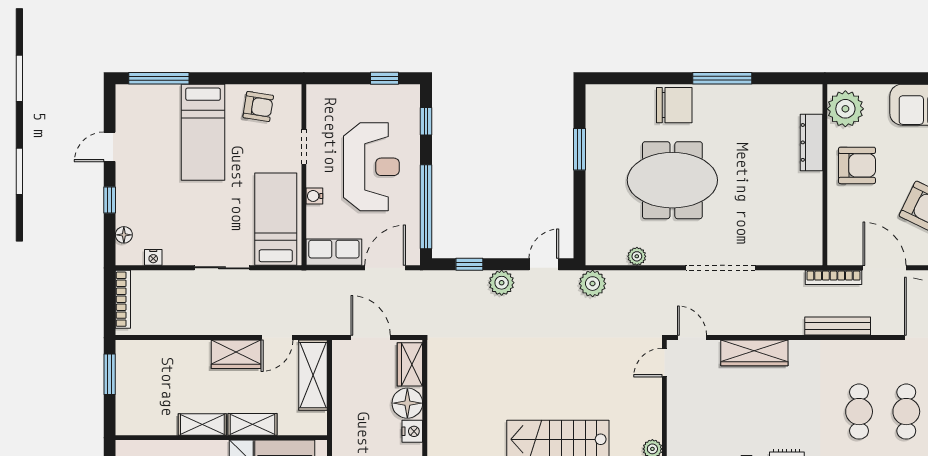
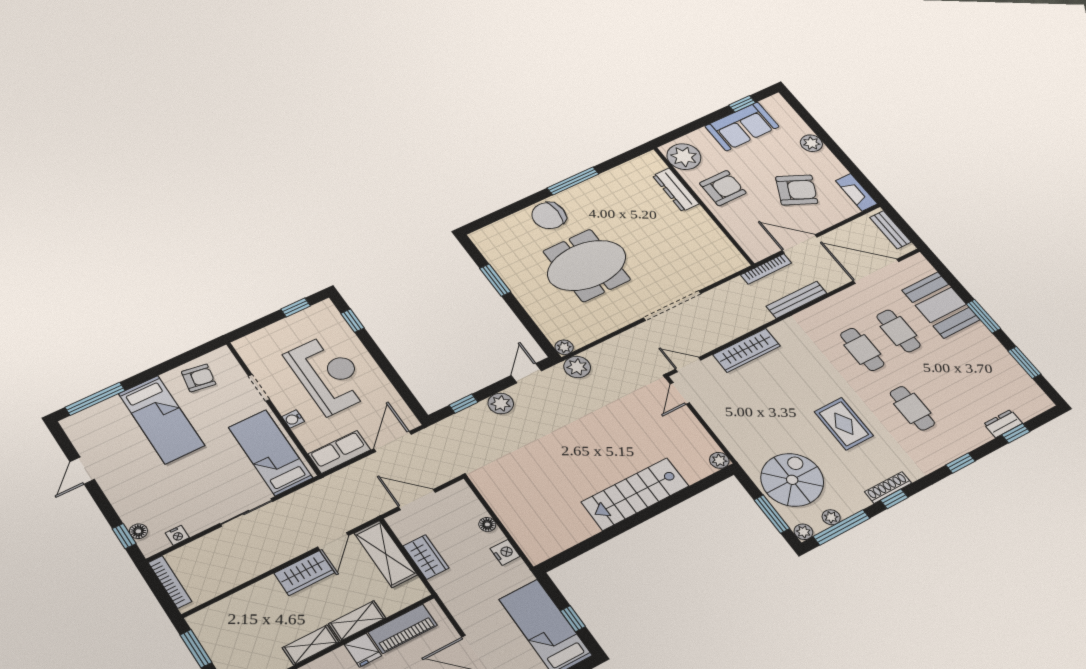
chair: (674, 105) -> (549, 216), turned 180
window: (110, 200) -> (124, 536), moved
window: (426, 207) -> (396, 380), removed
plant: (637, 256) -> (564, 347), moved
wardrobe: (410, 364) -> (426, 557), moved, turned 180
floor lamp: (407, 403) -> (487, 524), width x0.53, depth x0.53

